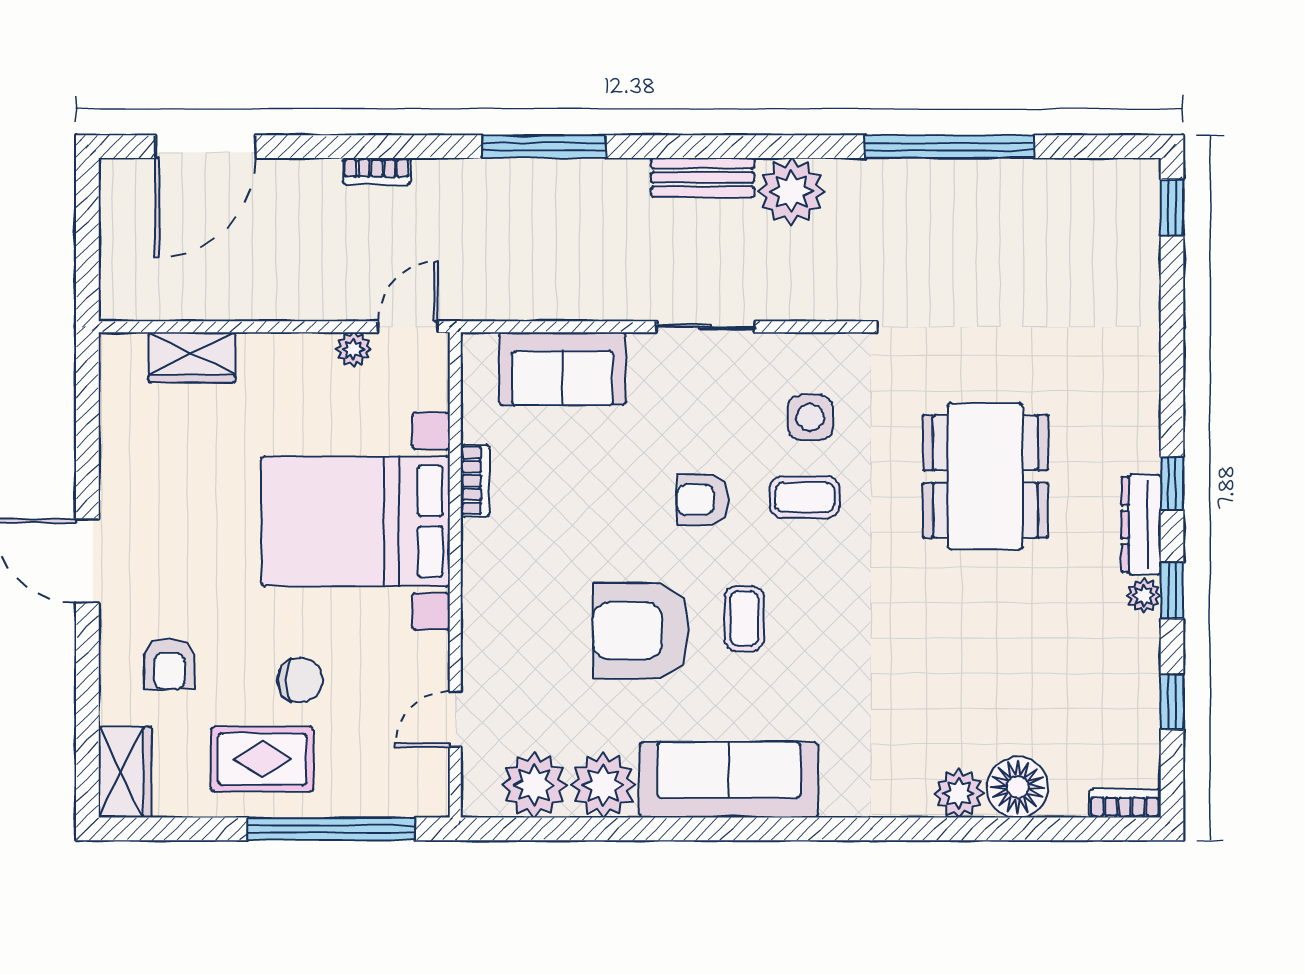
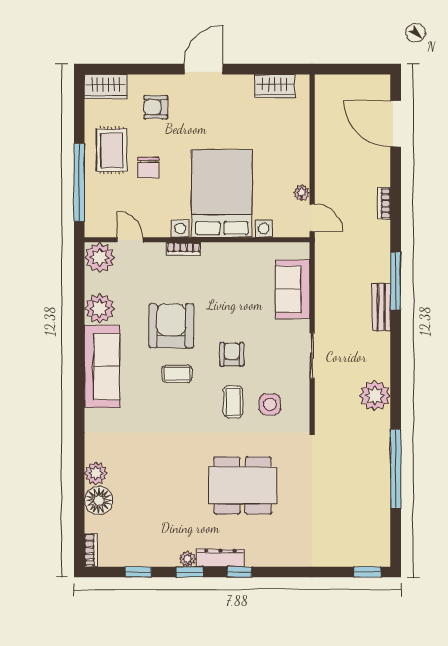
bench: (703, 178) -> (381, 307), moved
wardrobe: (192, 357) -> (275, 86), moved, turned -90
bookcase: (475, 481) -> (183, 249), moved
plant: (534, 785) -> (100, 257), moved

